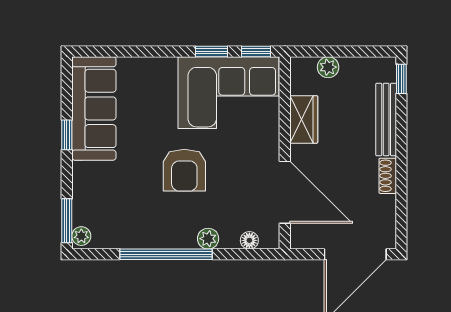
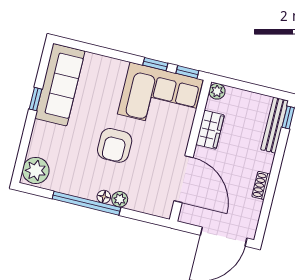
plant: (328, 67) -> (217, 91), moved
bench: (386, 120) -> (275, 125), moved
window: (67, 221) -> (20, 161), removed
plant: (81, 236) -> (36, 170), width x1.88, depth x1.88
floor lamp: (249, 240) -> (104, 197), moved

